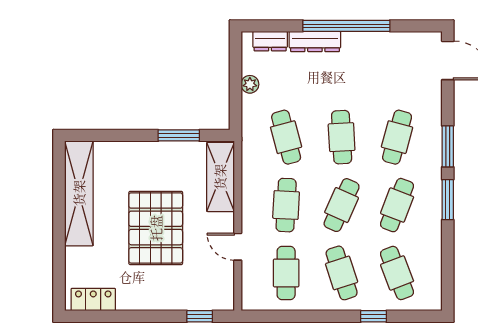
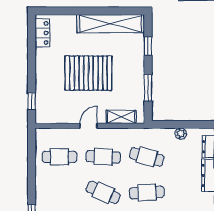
window: (113, 135) -> (148, 46), added
cafe table: (286, 137) -> (147, 157), turned 30
shelving: (220, 177) -> (121, 117), width x0.67, depth x0.75
door: (238, 247) -> (89, 126), moved
cafe table: (342, 273) -> (59, 193), removed

